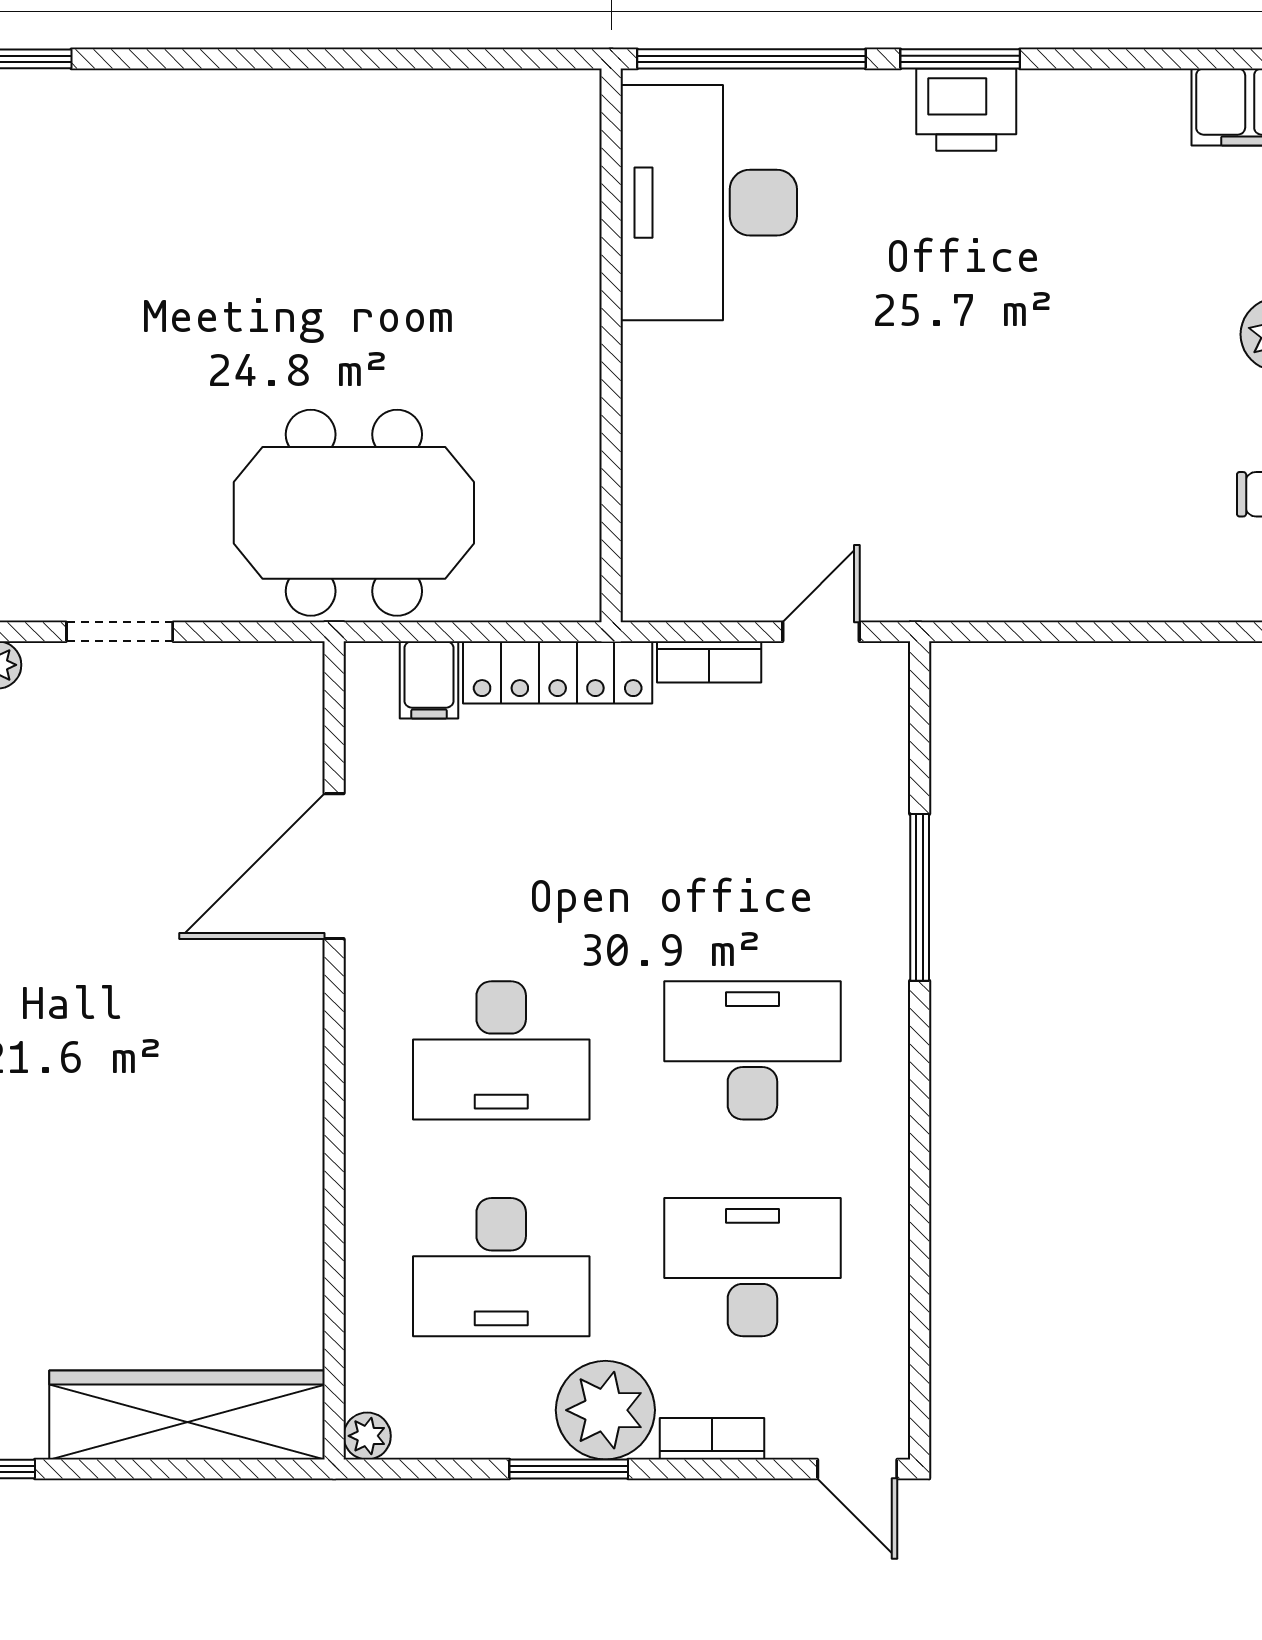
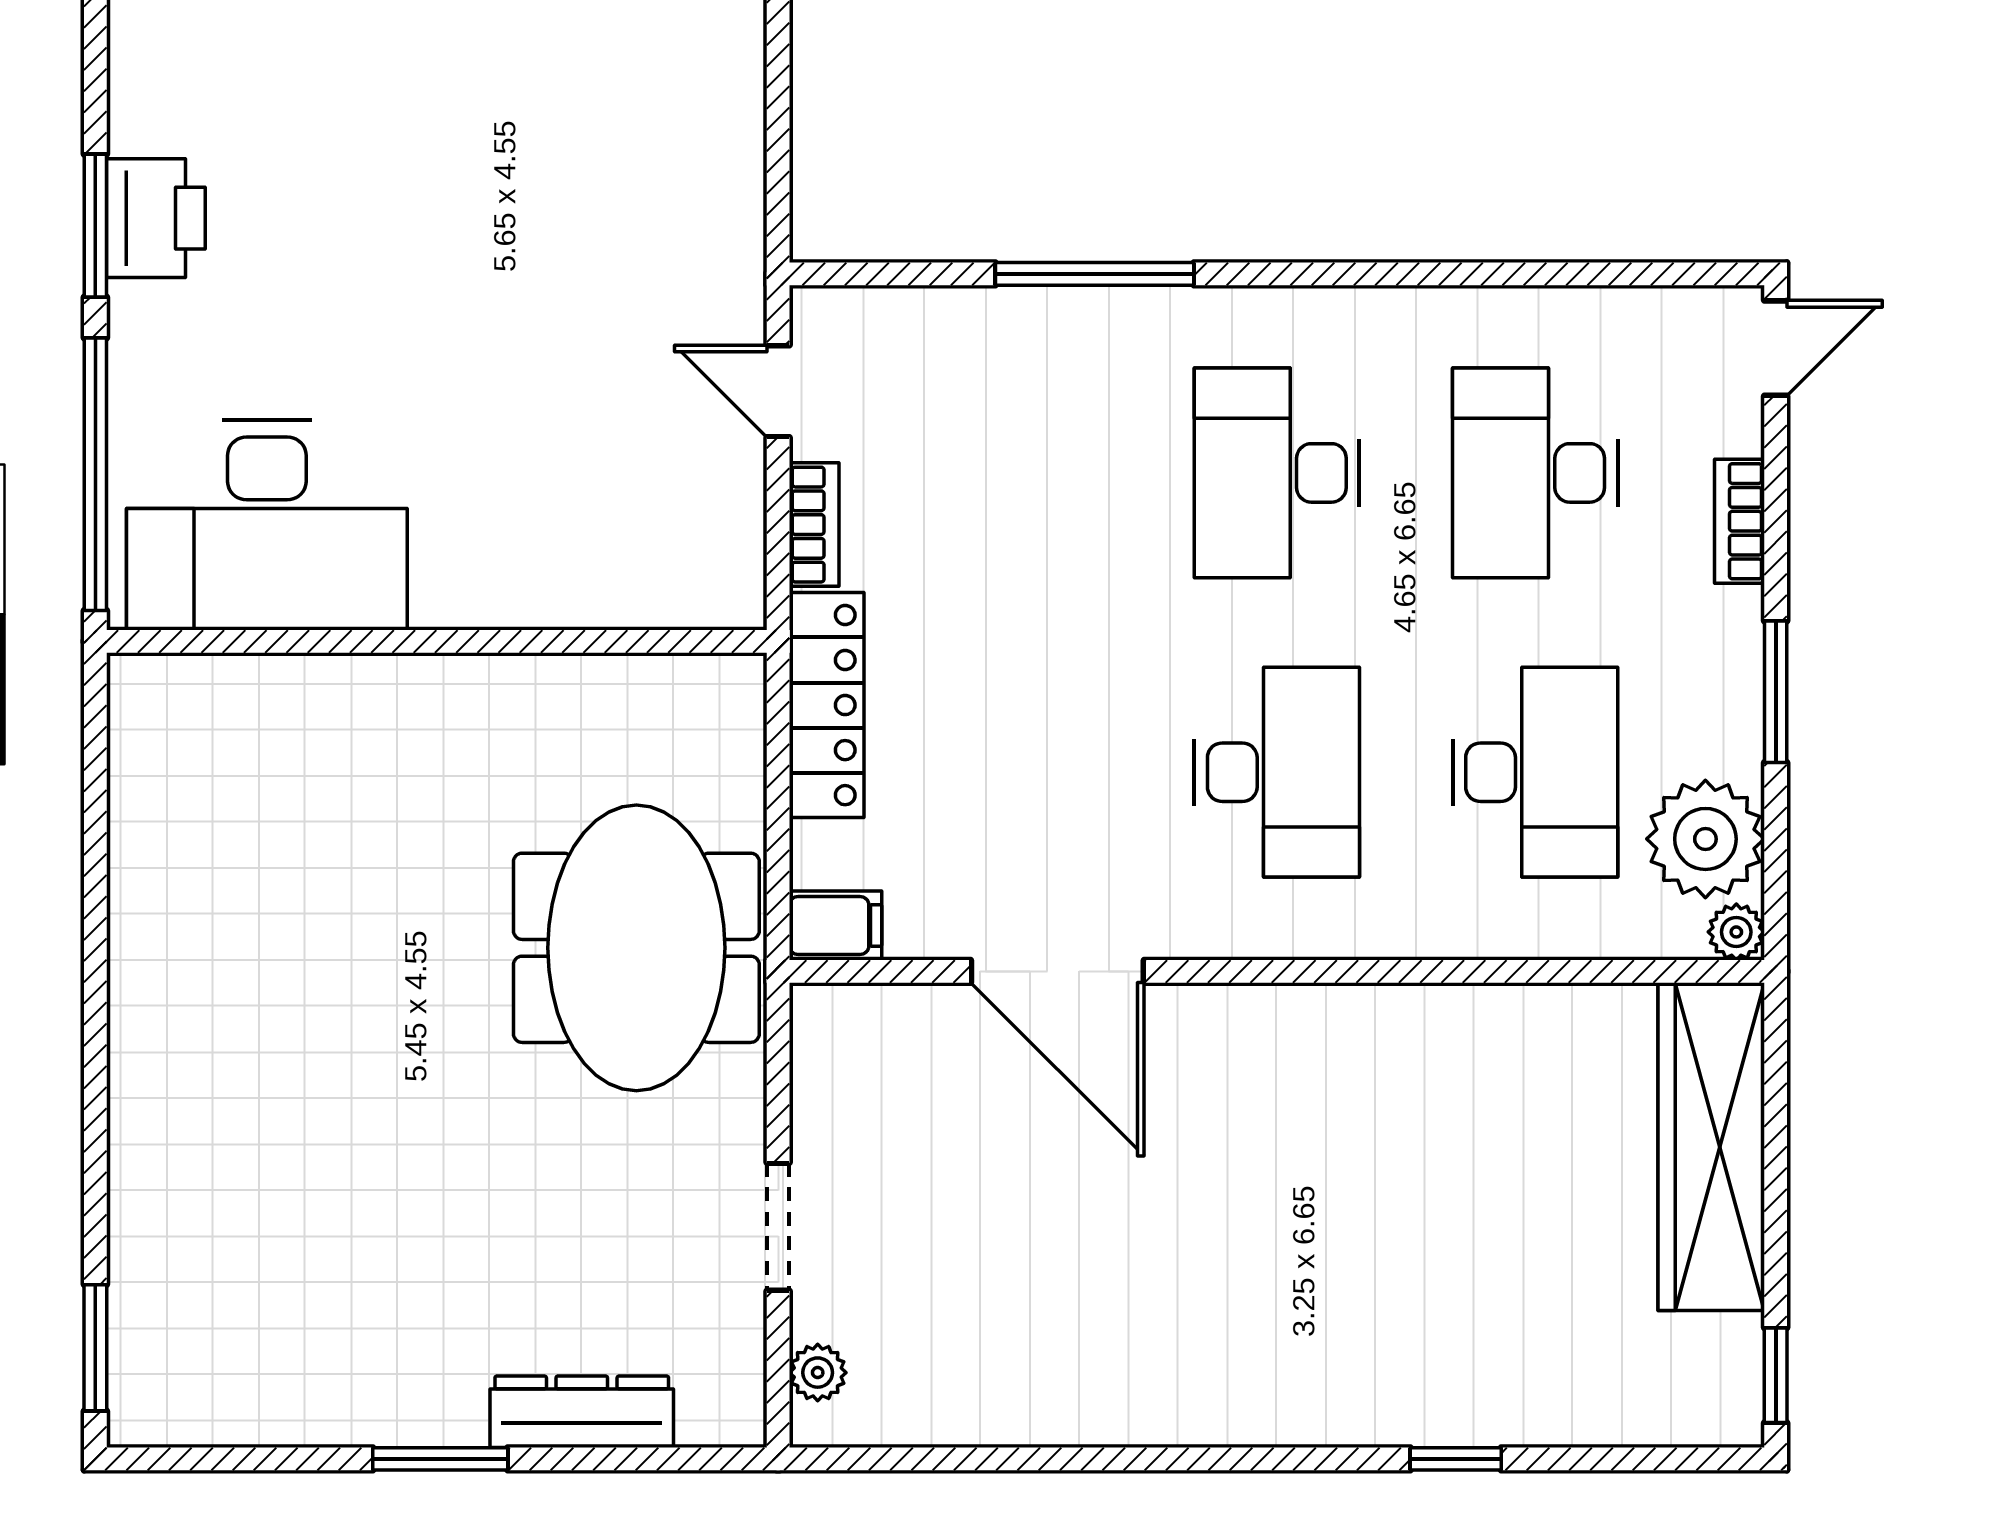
filing cabinet: (429, 680) -> (835, 925), moved
plant: (605, 1410) -> (1705, 839), moved

